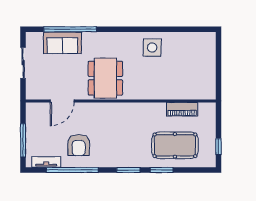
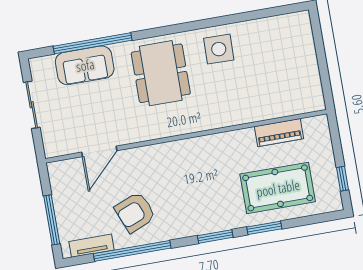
dining table: (105, 78) -> (161, 73), moved
armchair: (79, 145) -> (135, 212), turned 68

